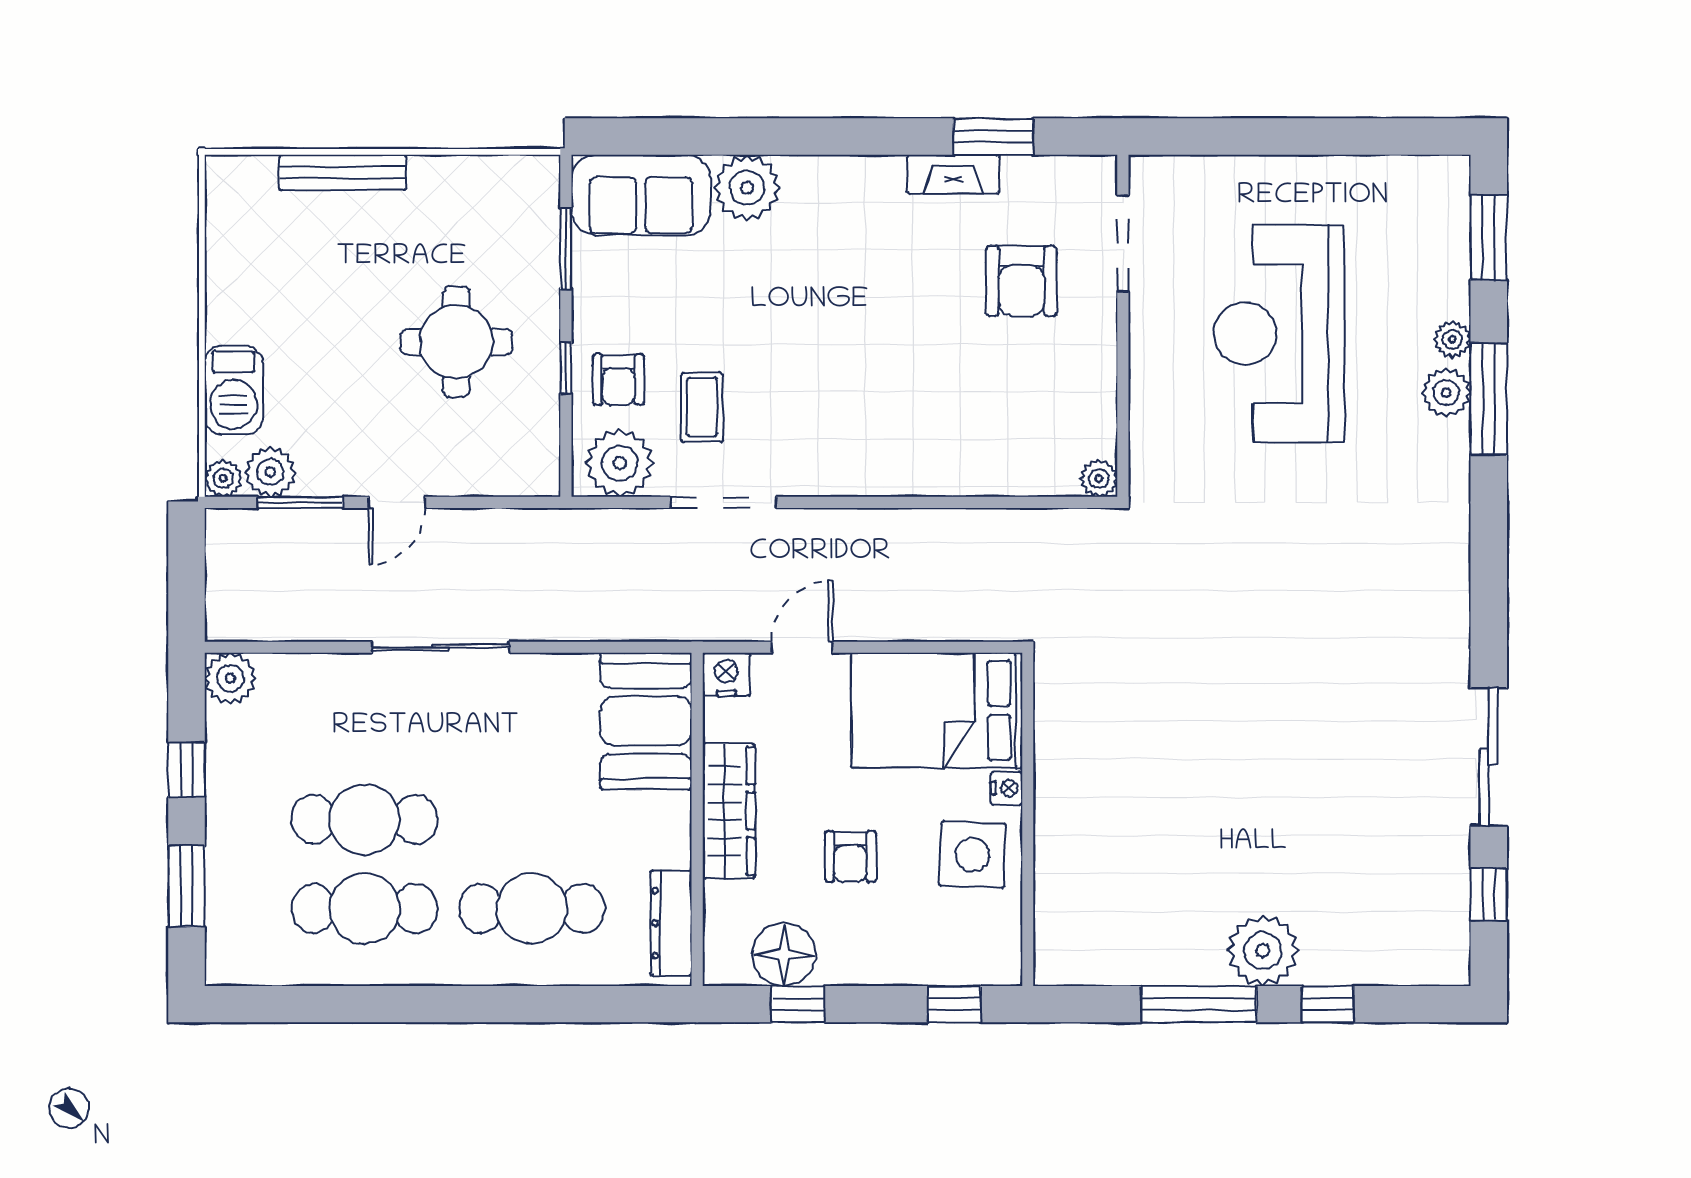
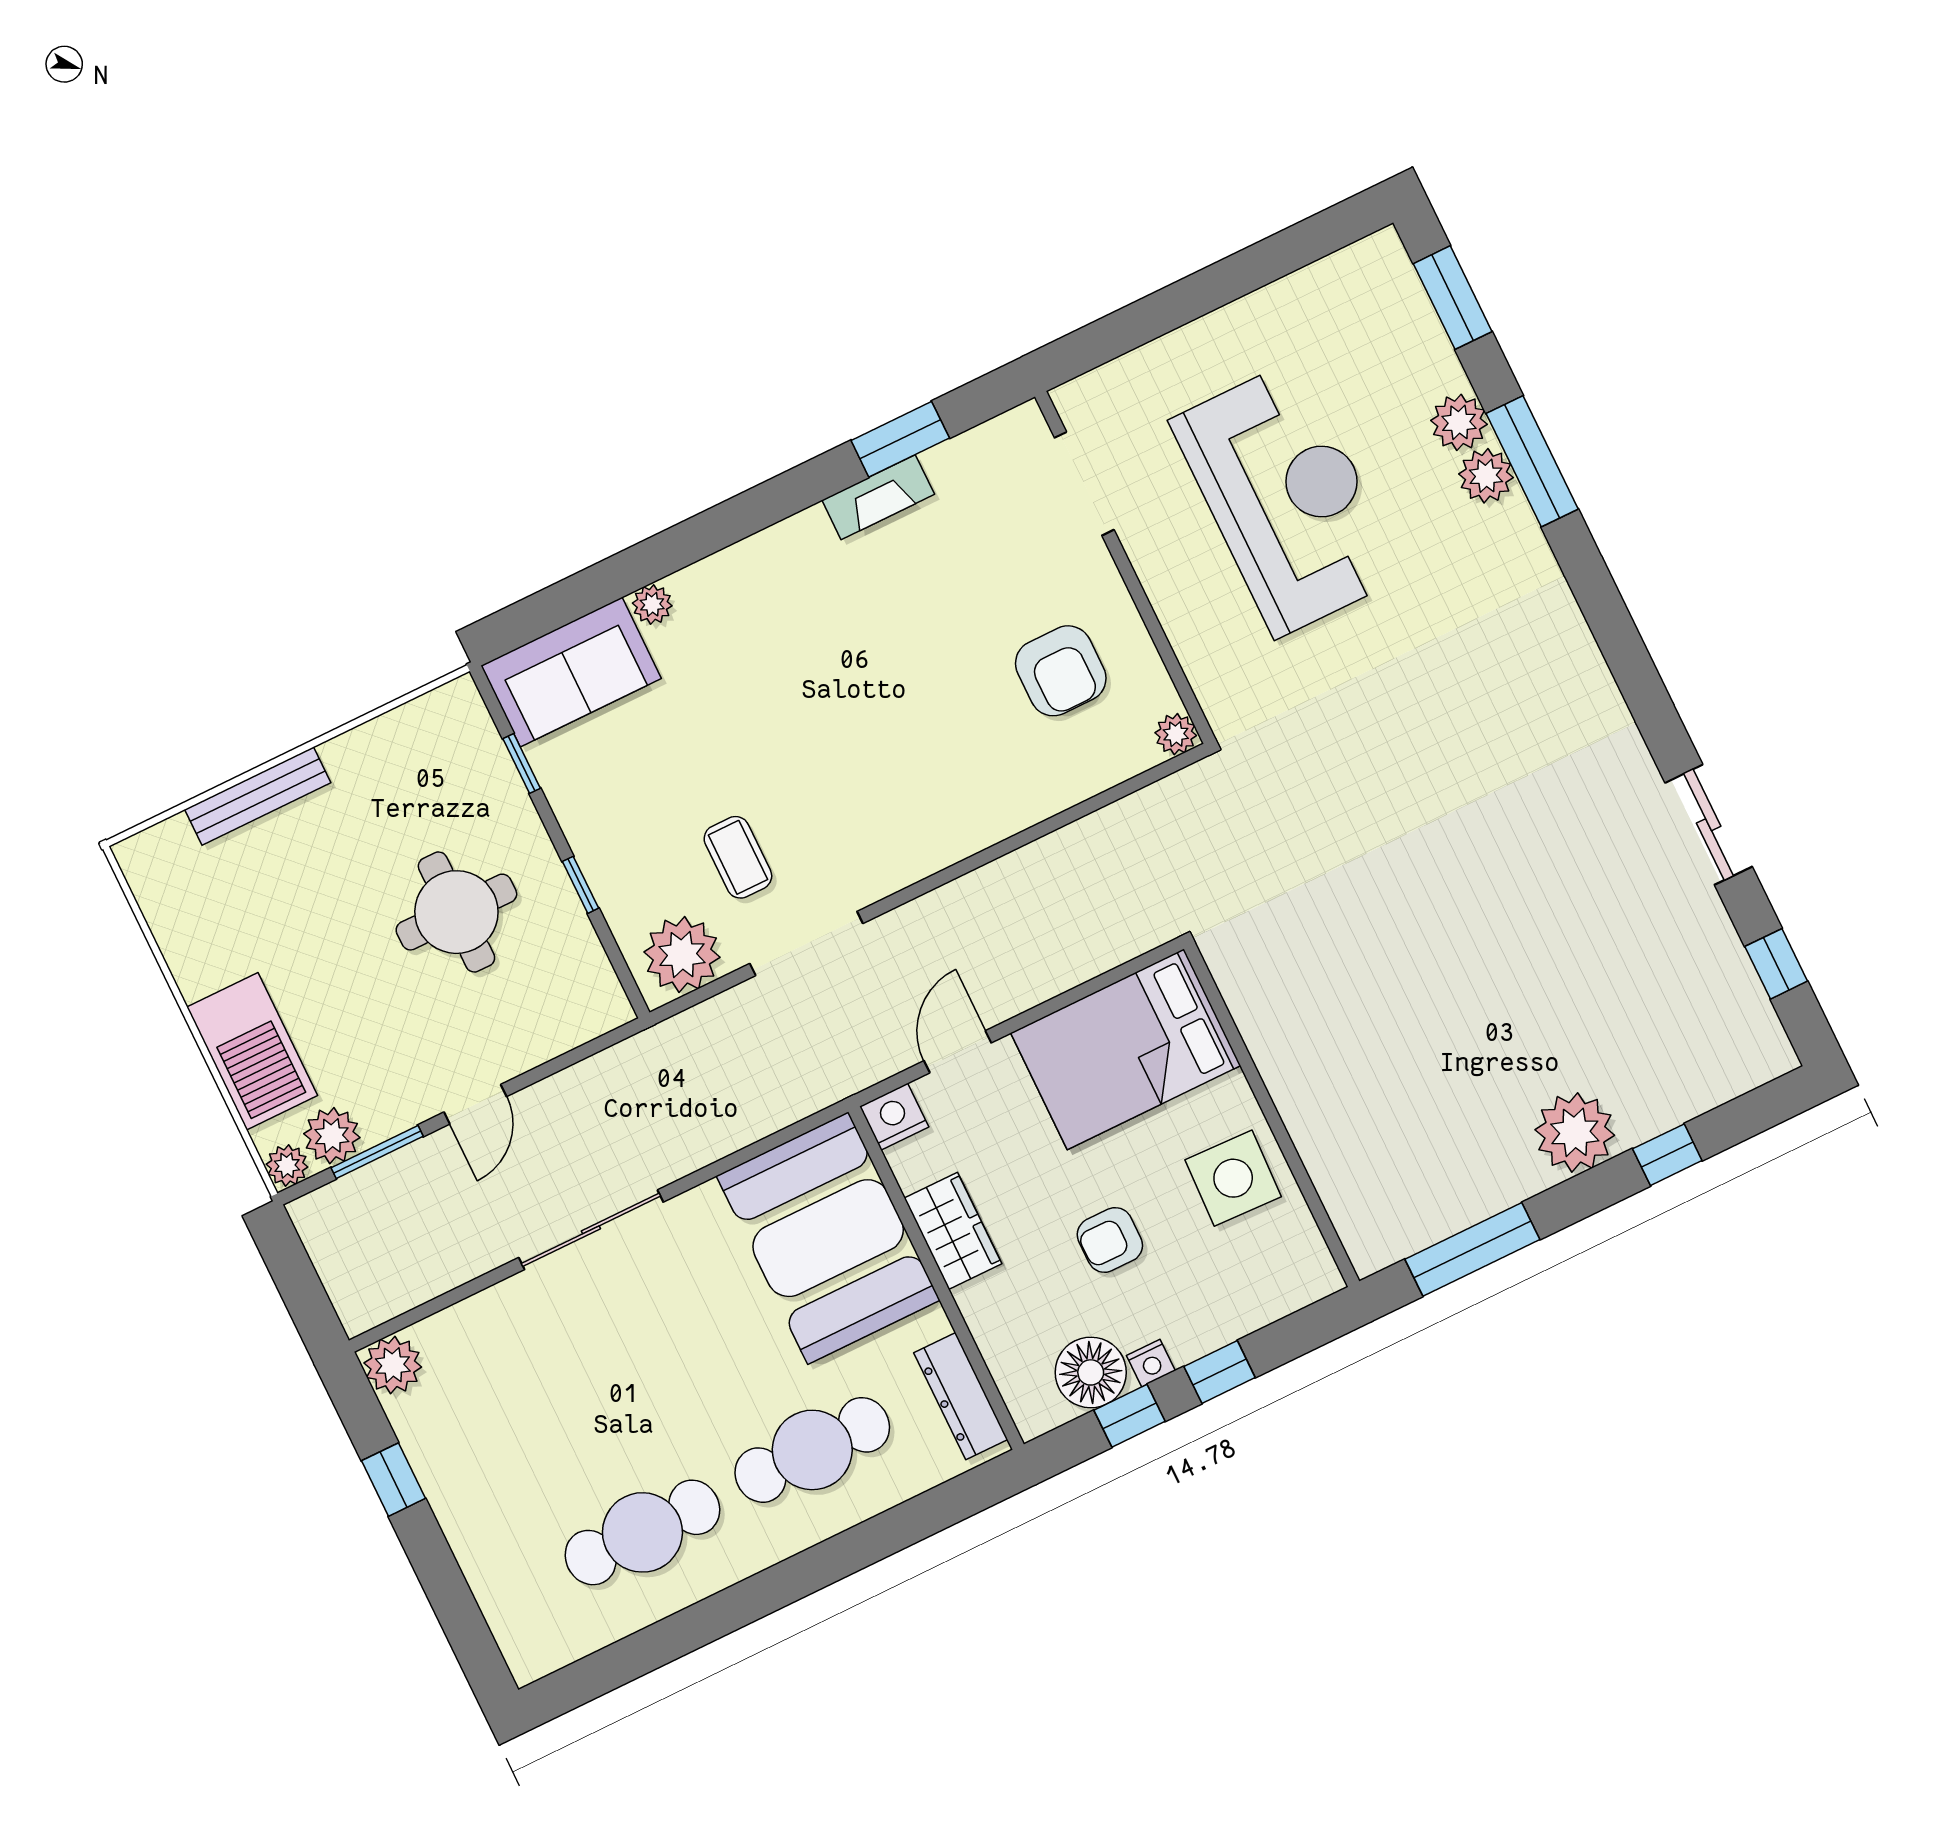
plant: (747, 188) -> (652, 604), width x0.53, depth x0.53
window: (566, 249) -> (522, 763), width x0.67
armchair: (1021, 281) -> (1061, 671), moved
reception desk: (1279, 333) -> (1287, 498), turned 180
plant: (1452, 340) -> (1459, 422), width x1.38, depth x1.38
armchair: (618, 380) -> (640, 870), removed
barbecue: (233, 390) -> (252, 1051), width x1.37, depth x1.21
booth: (646, 721) -> (828, 1238), width x1.36, depth x1.42
sliding door: (1489, 757) -> (1709, 825), width x0.73
nightstand: (1007, 788) -> (1151, 1363), moved, turned 90
wardrobe: (729, 811) -> (953, 1231), width x0.67
cafe table: (364, 819) -> (598, 1442), removed
armchair: (850, 856) -> (1110, 1240), turned 90
window: (186, 886) -> (451, 1597), removed
window: (954, 1004) -> (1220, 1372), moved
window: (1199, 1004) -> (1472, 1249), moved

